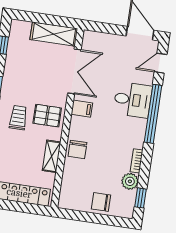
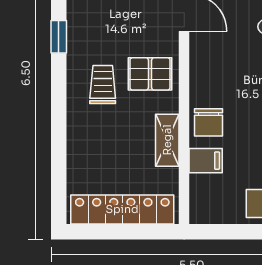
filing cabinet: (82, 109) -> (206, 161), moved

